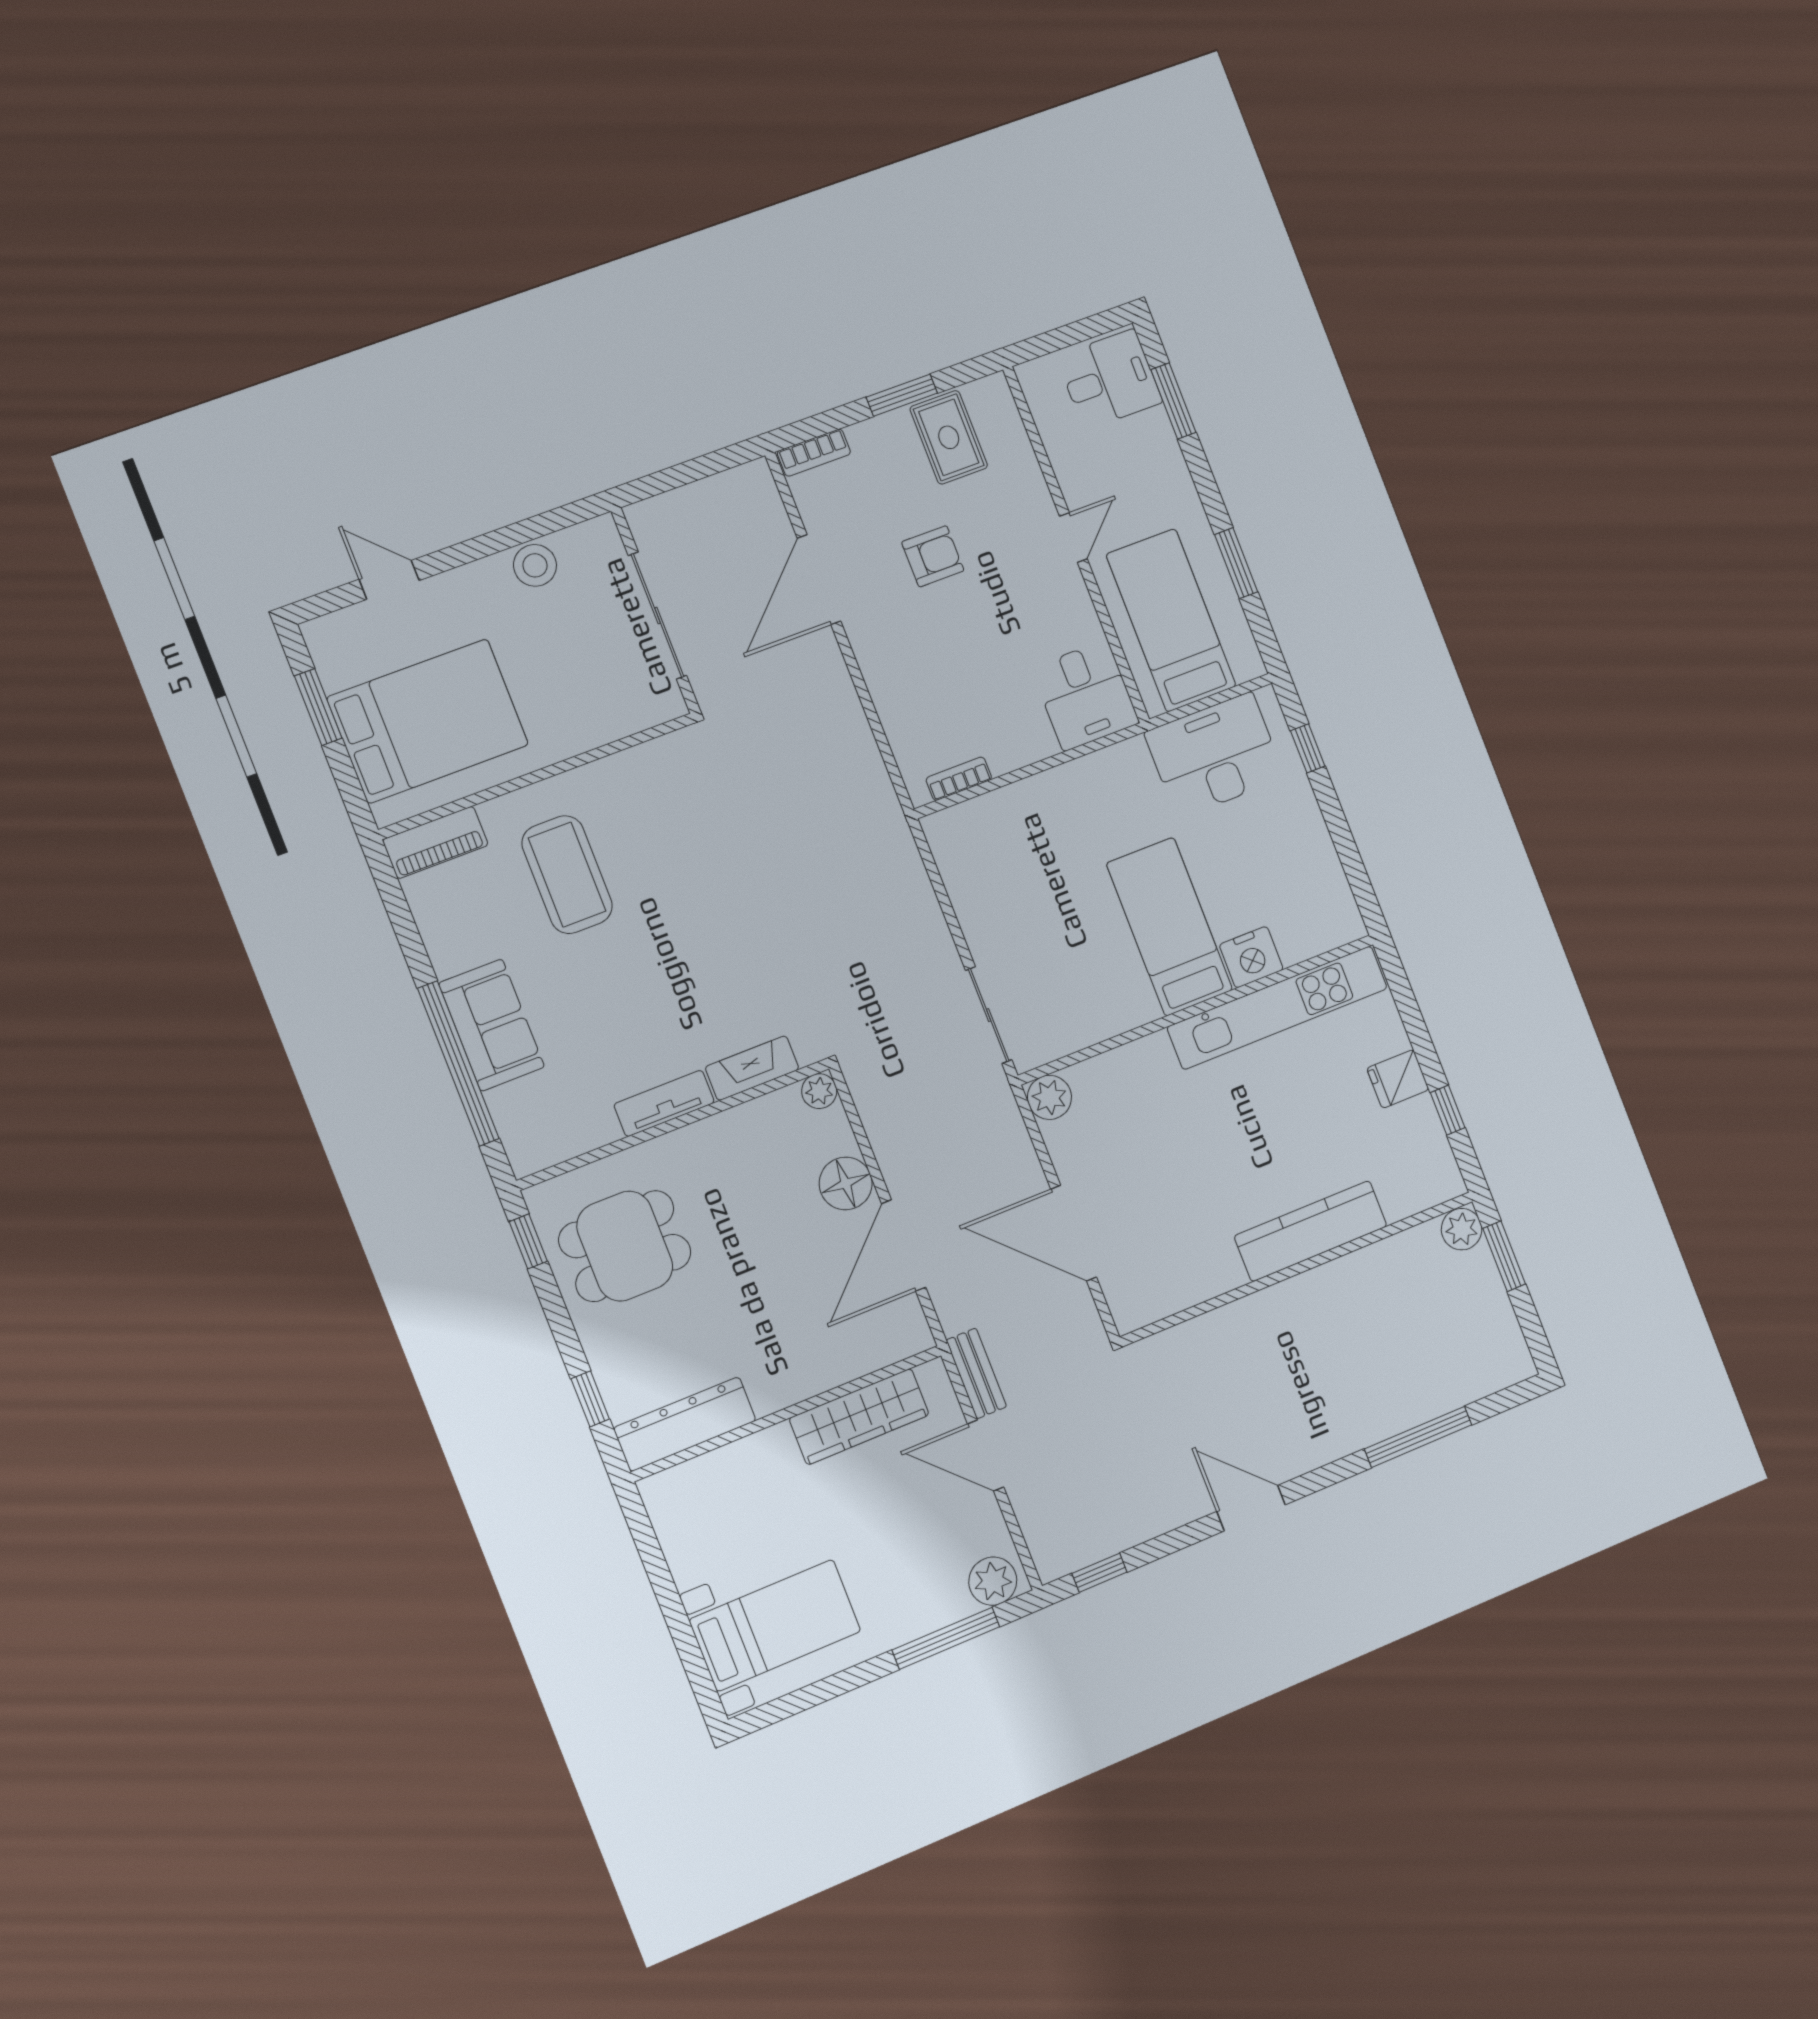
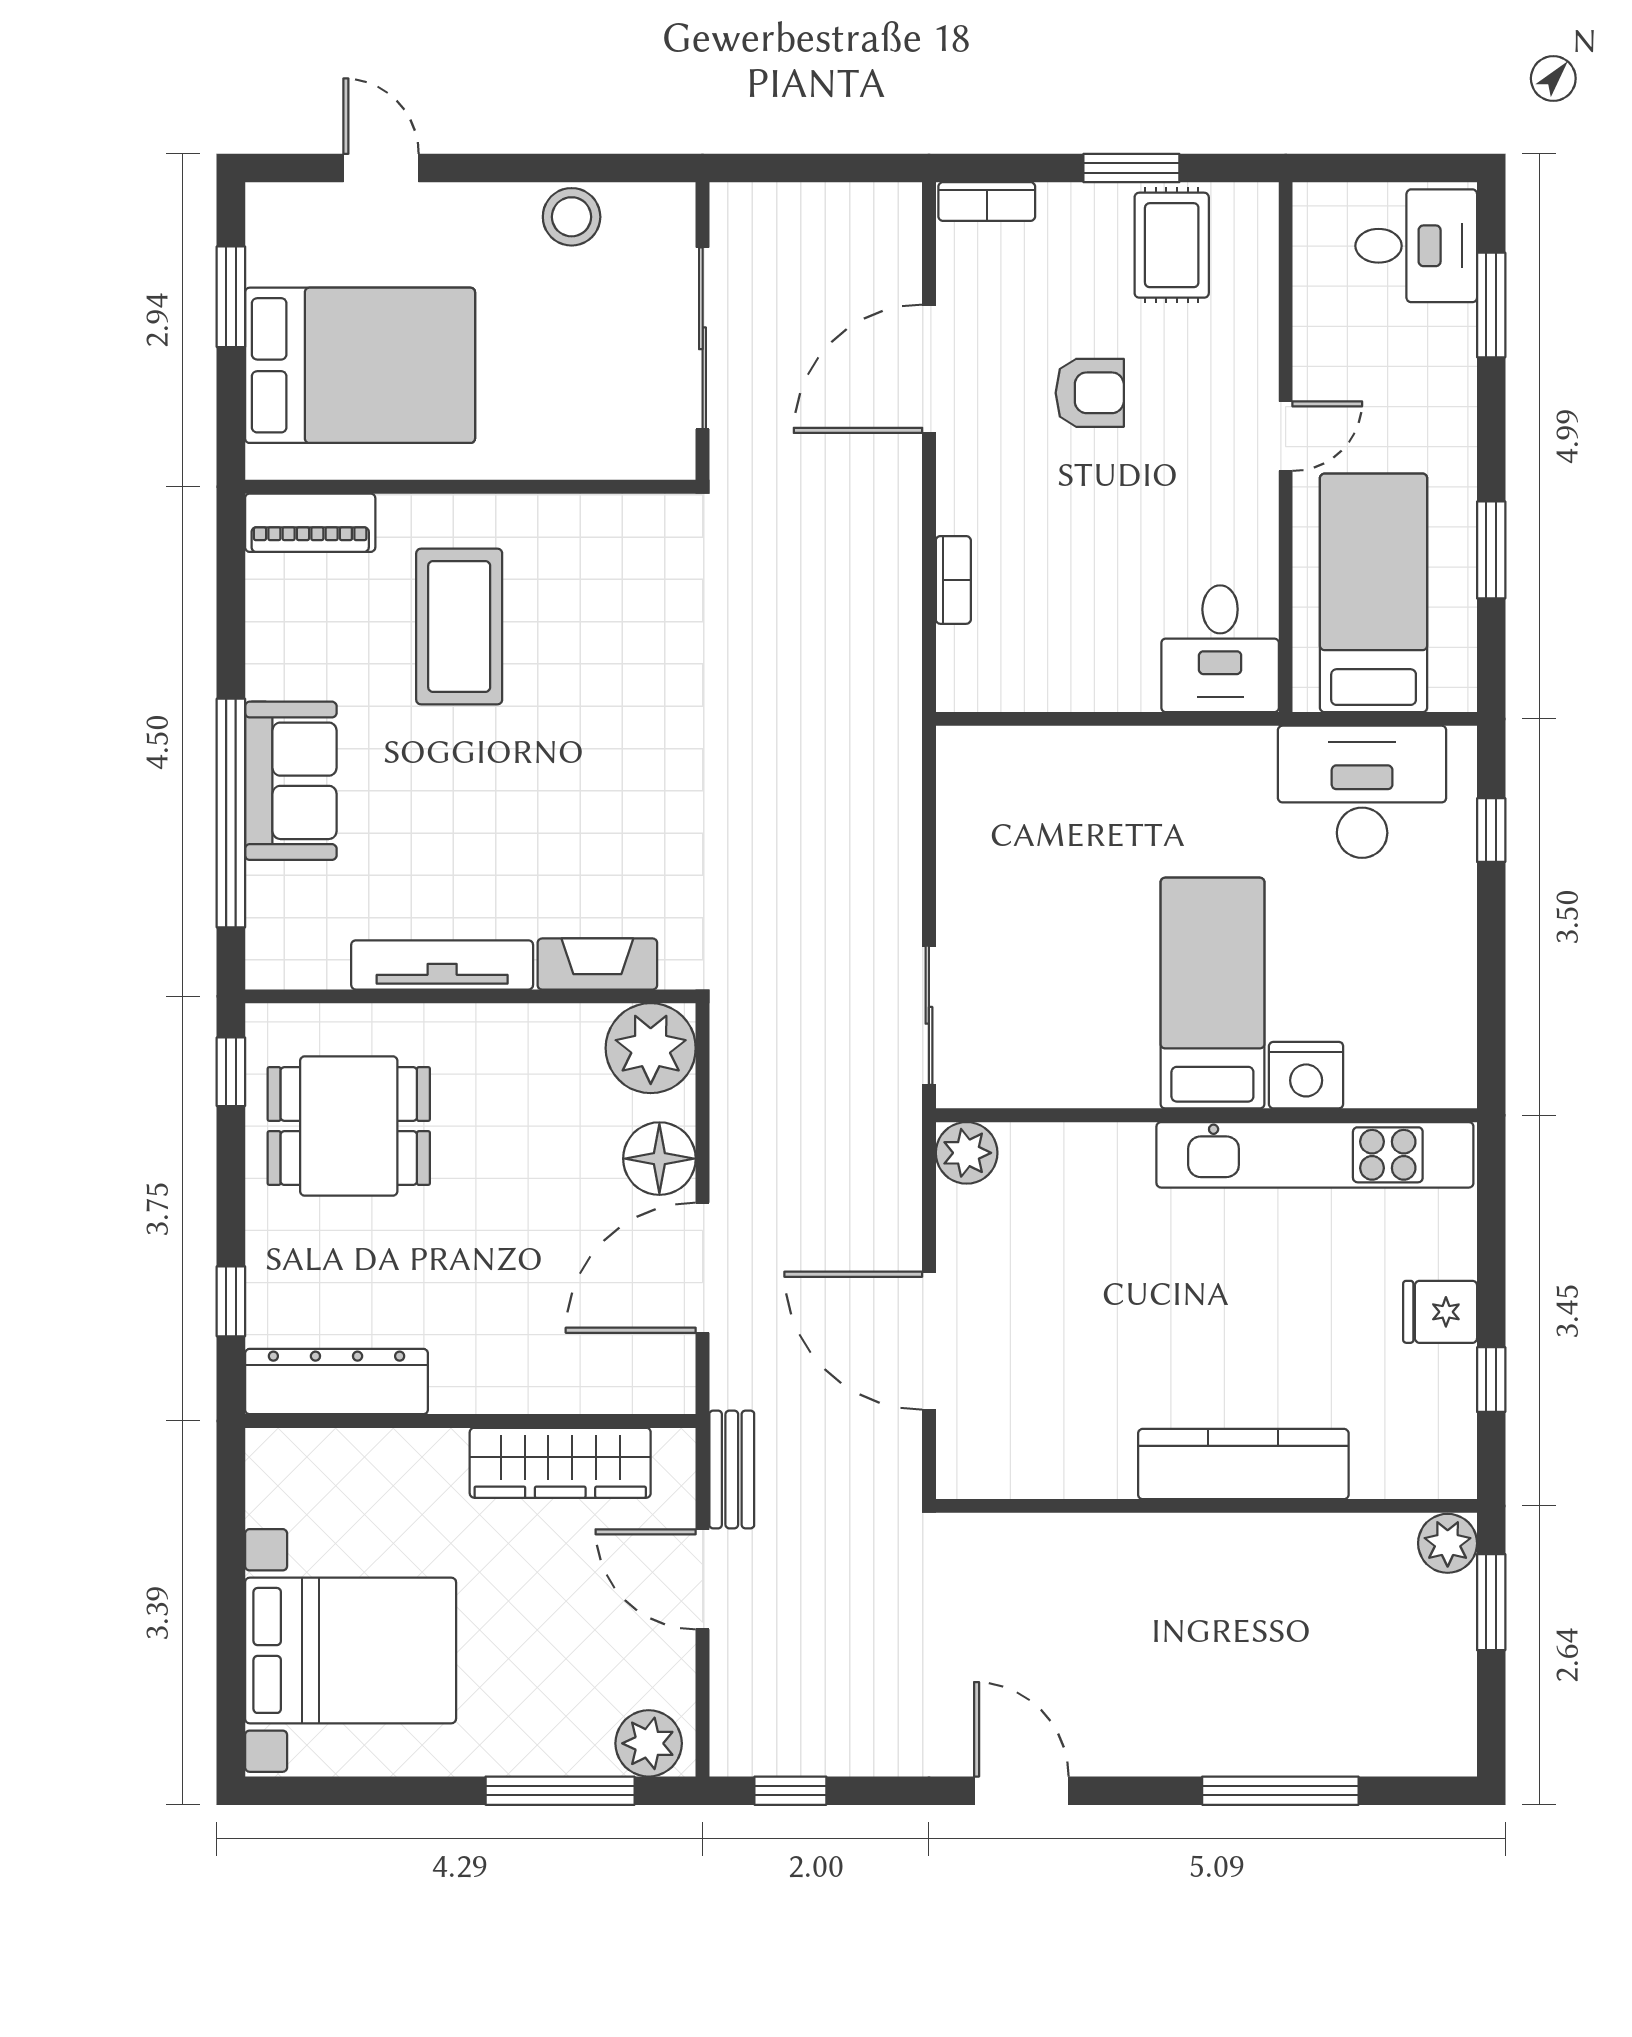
bookcase: (959, 779) -> (953, 580), moved, turned 90
plant: (819, 1091) -> (651, 1048), width x1.88, depth x1.88
tv unit: (664, 1103) -> (442, 965), width x1.41
bed with nightstands: (775, 1625) -> (351, 1650), width x1.36

